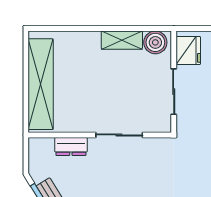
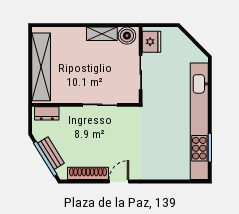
dresser: (71, 146) -> (47, 113), moved

